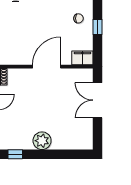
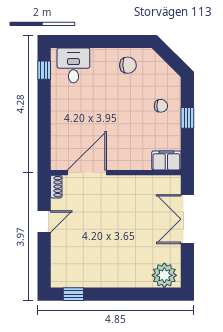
door: (47, 67) -> (87, 173), moved
plant: (42, 141) -> (164, 275), moved

